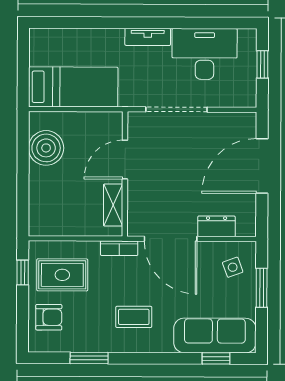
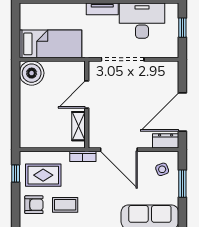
boiler: (46, 148) -> (32, 73), moved
door: (262, 166) -> (182, 112), moved
dresser: (217, 226) -> (166, 141), moved
coffee table: (134, 317) -> (65, 205), moved

